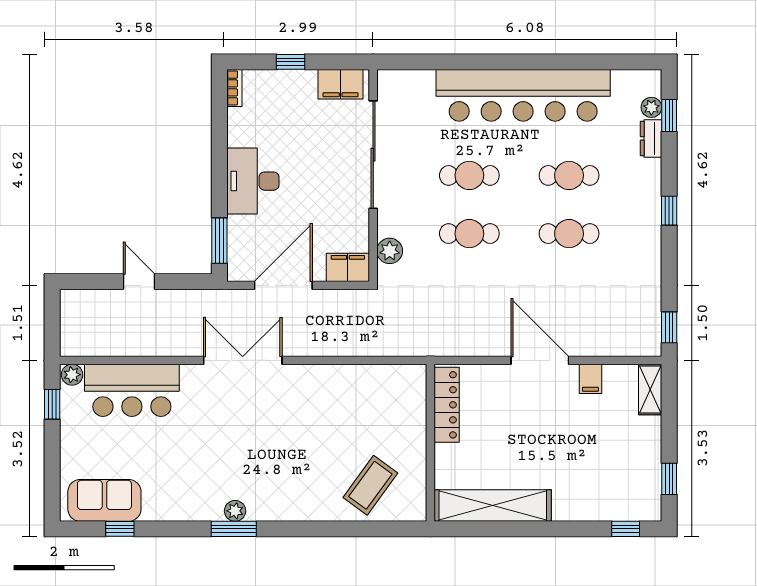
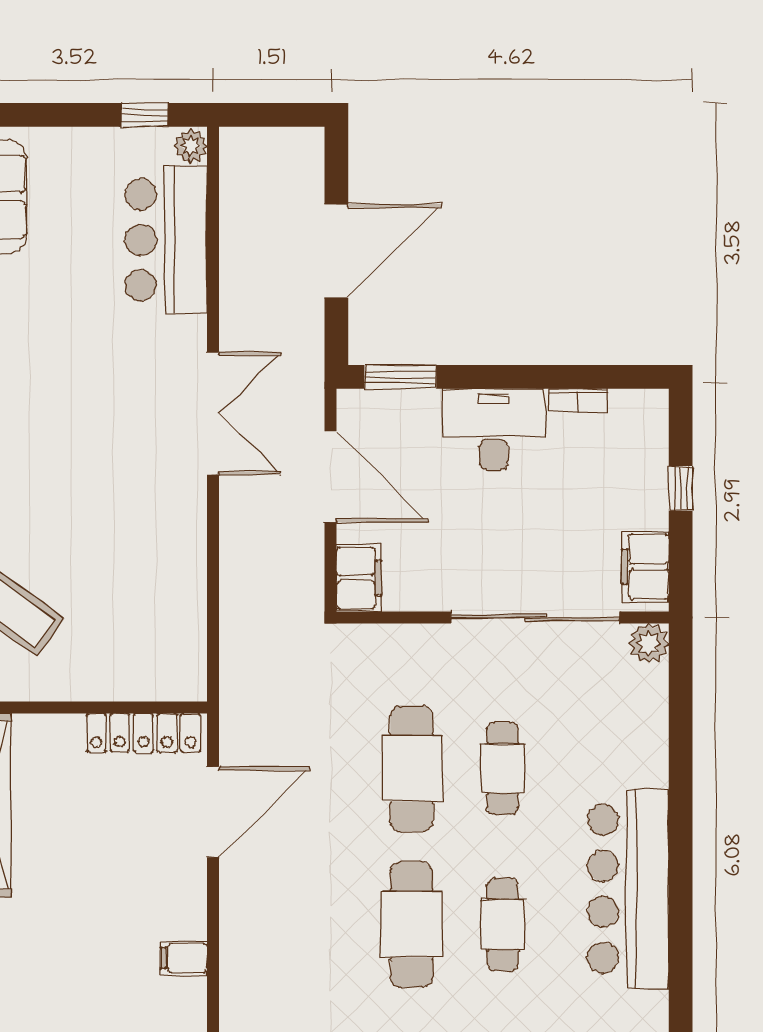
bookcase: (234, 88) -> (578, 400), moved
bar counter: (523, 95) -> (628, 889), width x0.73
cafe table: (469, 234) -> (412, 768), width x1.37, depth x1.35
cafe table: (569, 234) -> (412, 924), width x1.37, depth x1.35
plant: (390, 251) -> (649, 643), moved
door: (139, 282) -> (336, 251), width x1.88
door: (540, 360) -> (213, 812), moved

